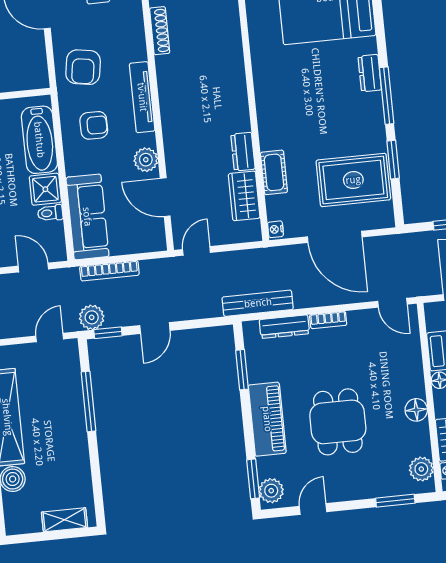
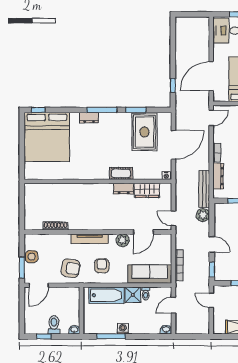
cot: (274, 172) -> (121, 173), moved
plant: (92, 317) -> (203, 215), moved

